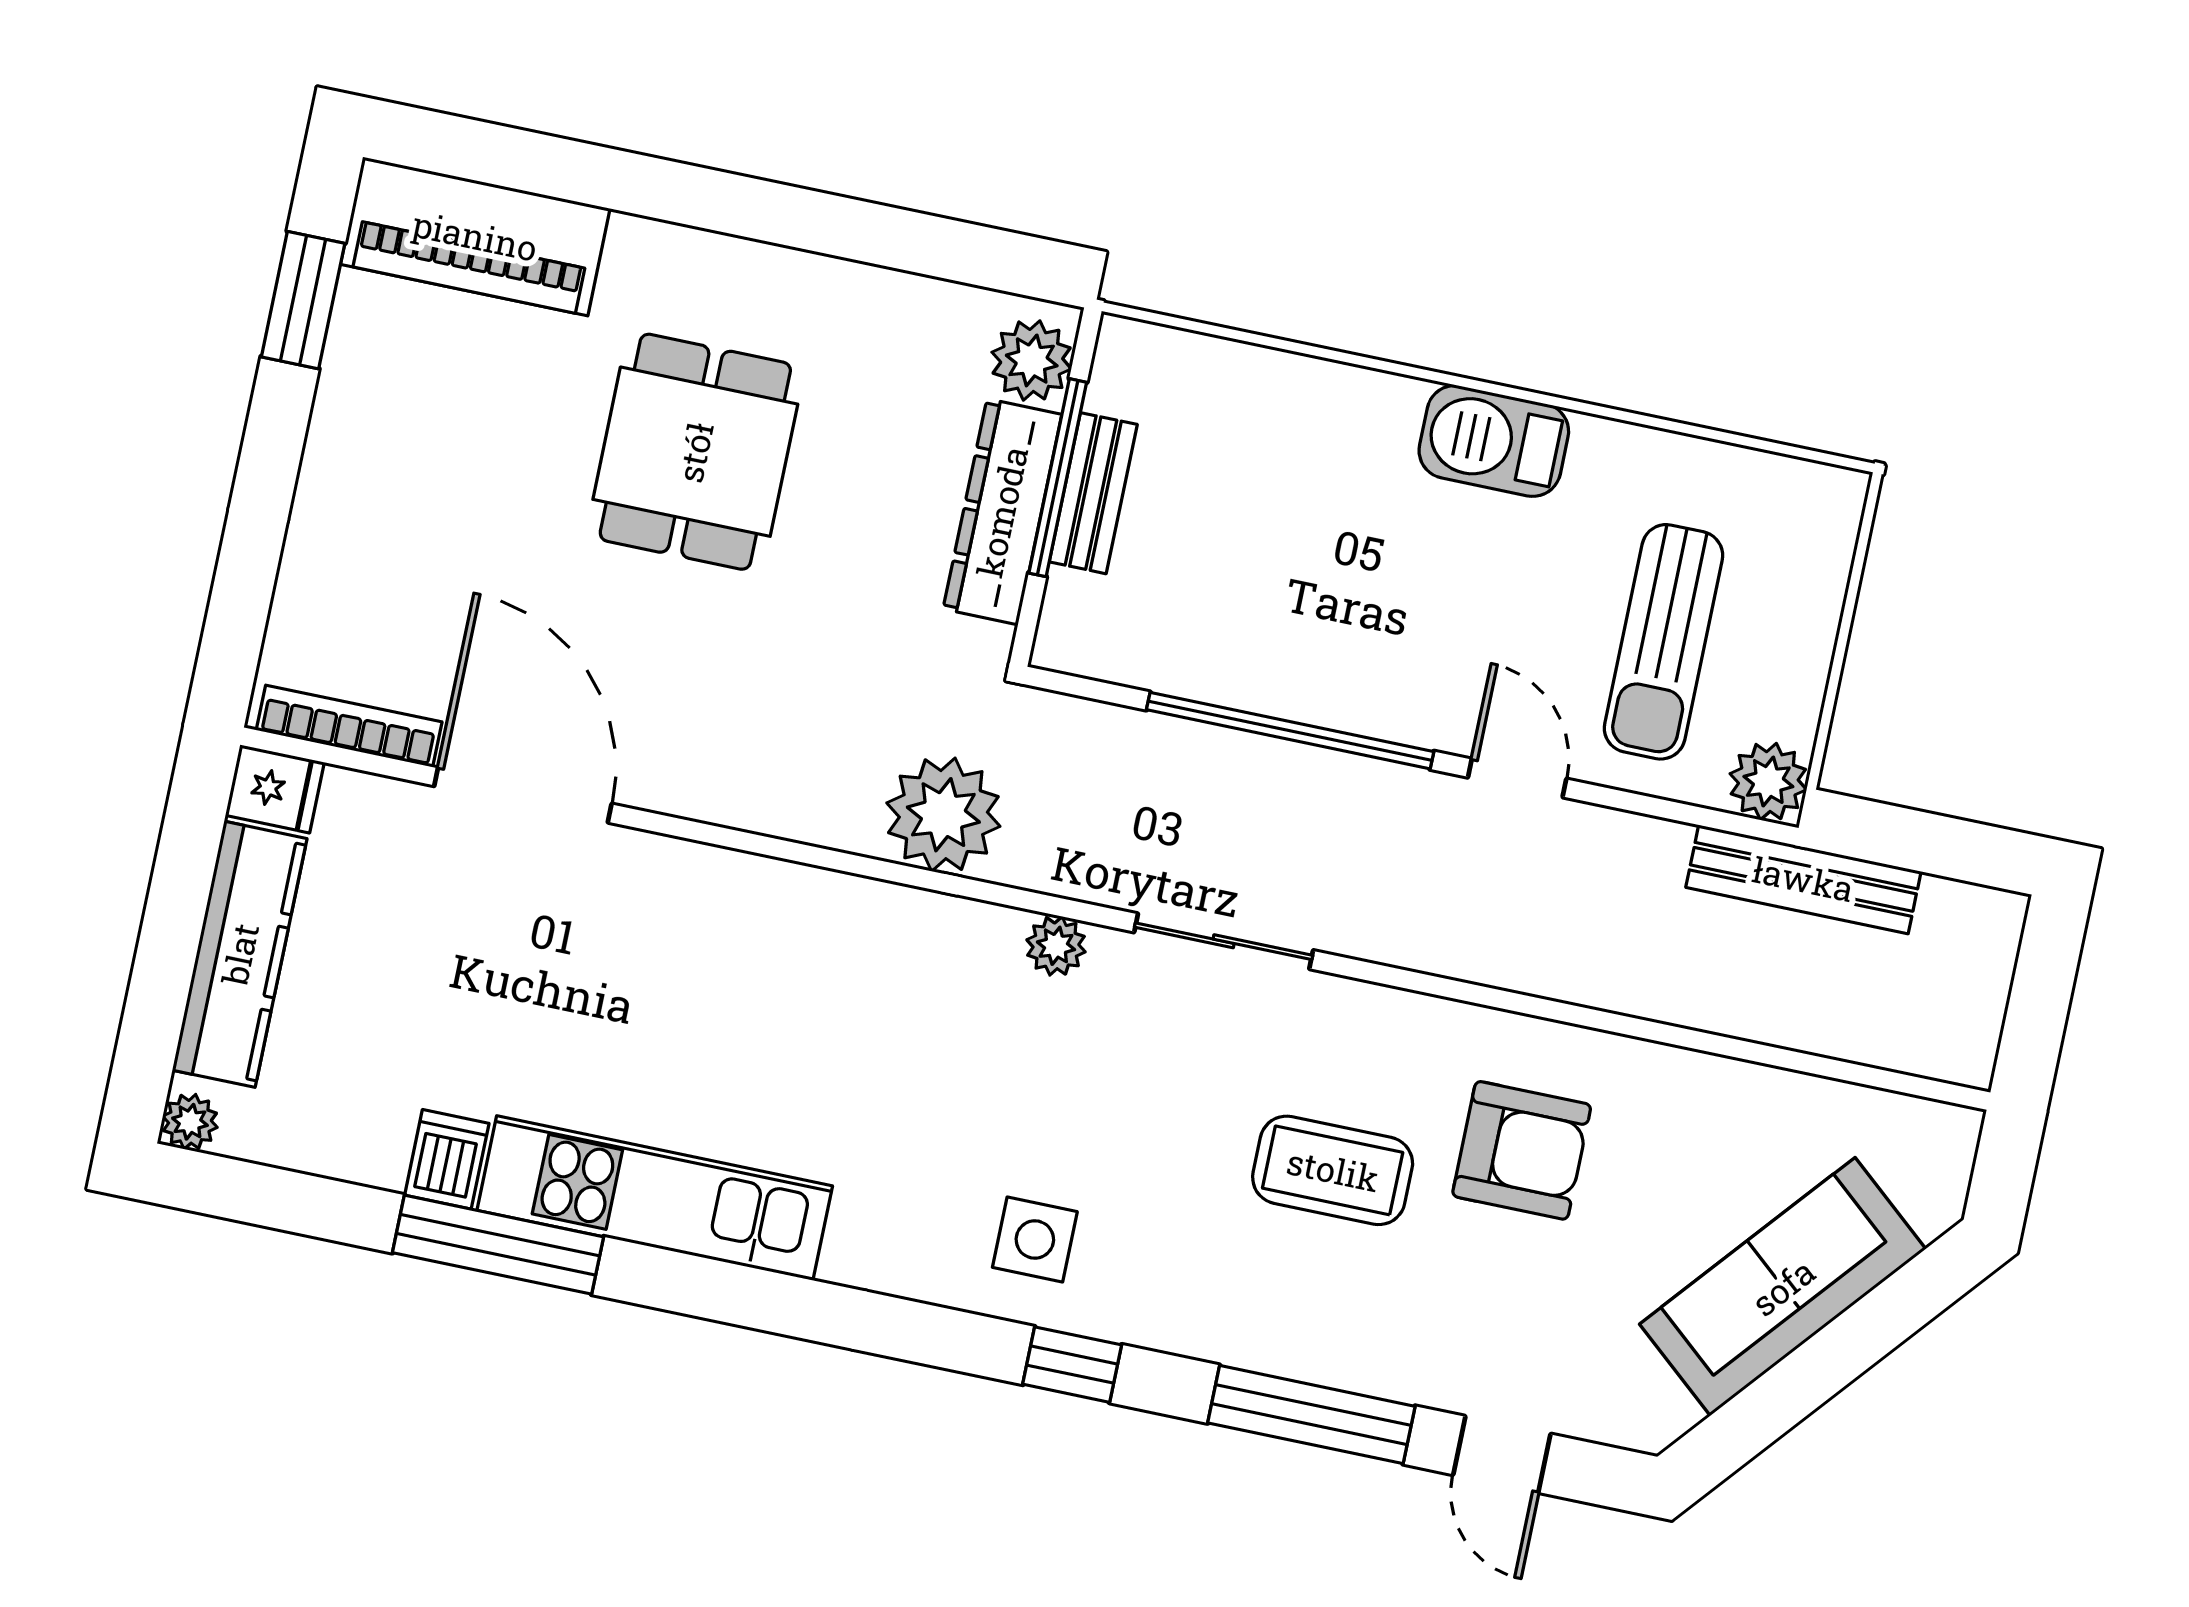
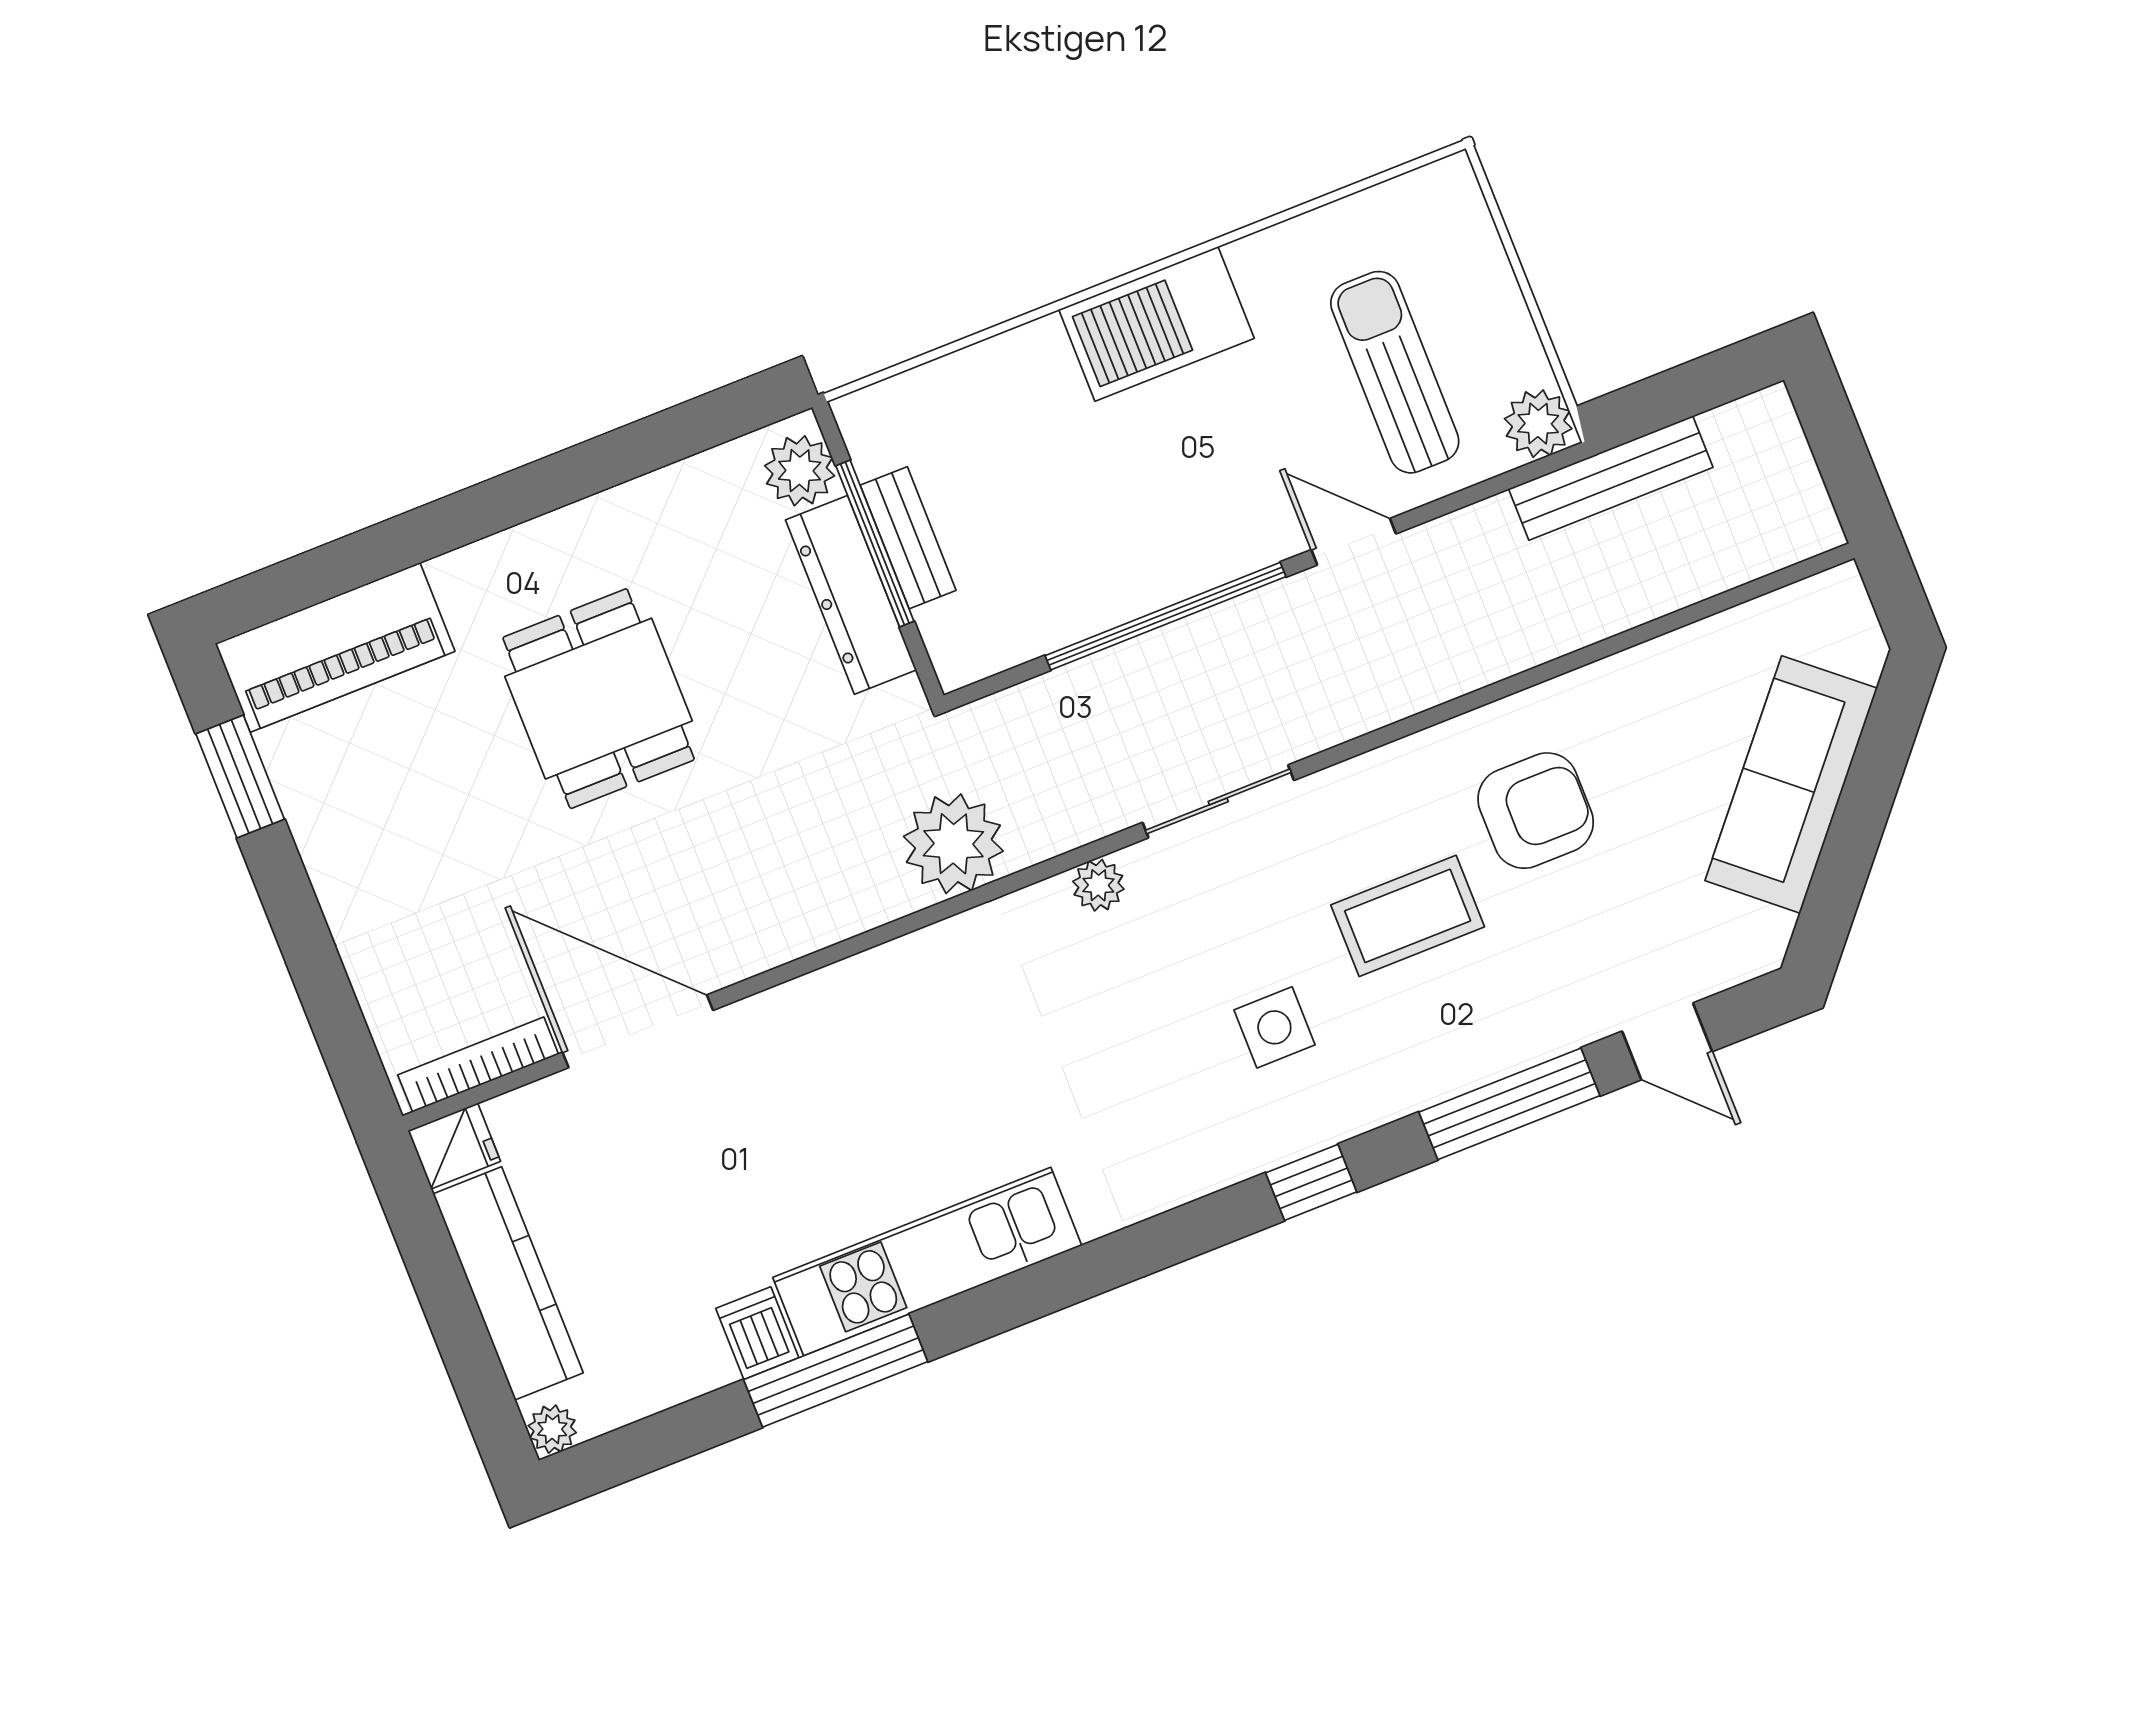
barbecue: (1494, 441) -> (1156, 324), width x1.37, depth x1.21
sun lounger: (1664, 642) -> (1395, 372), turned 180
side table: (1035, 1240) -> (1274, 1027), moved

